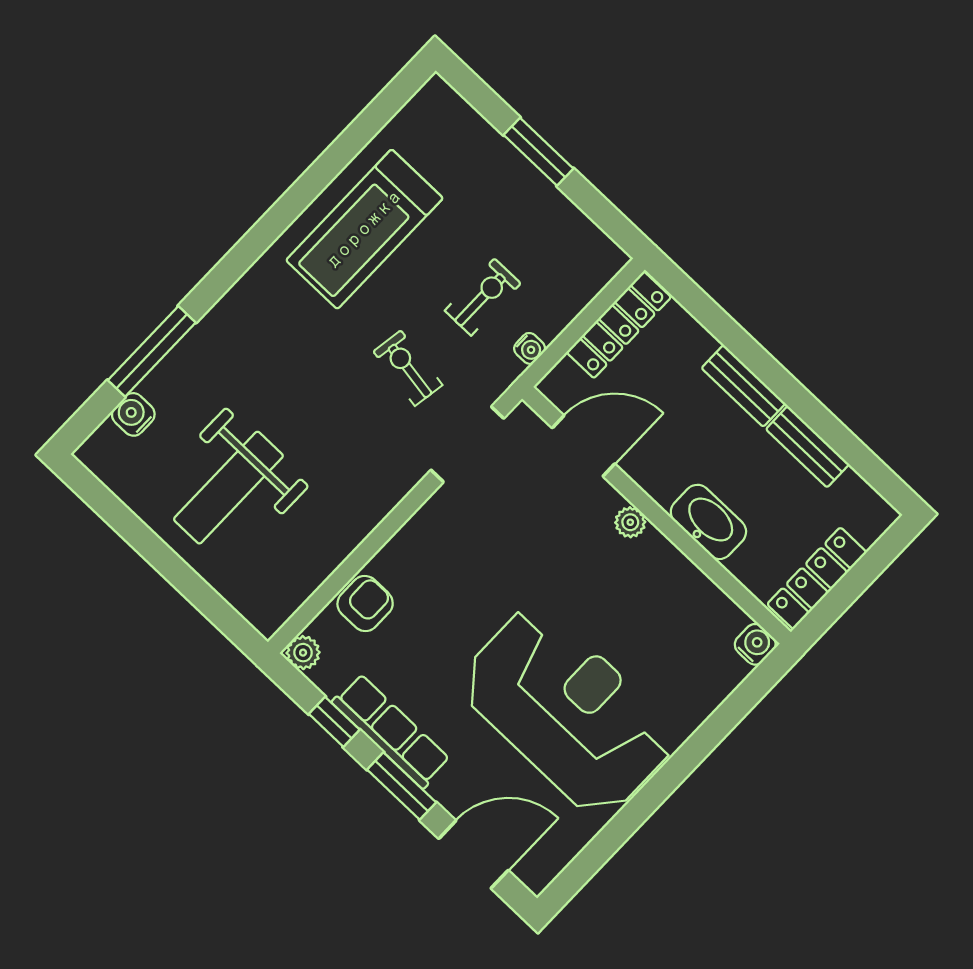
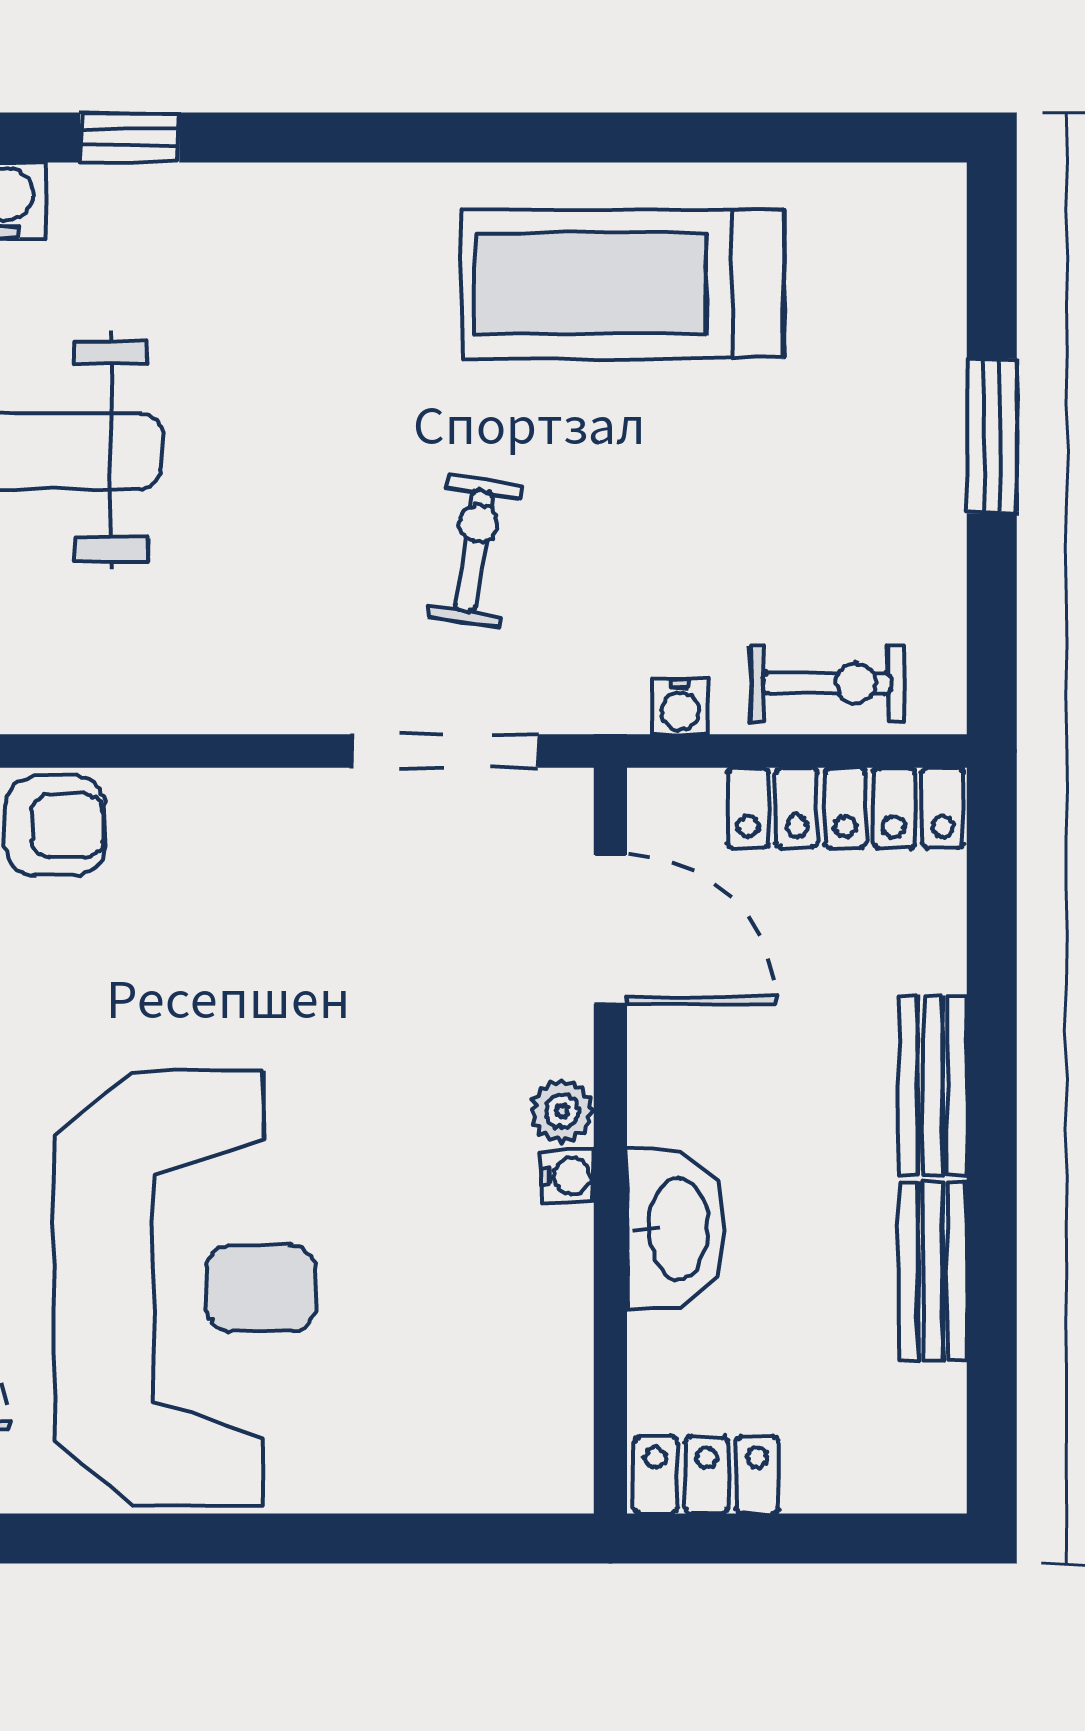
exercise bike: (483, 297) -> (827, 683), moved
window: (152, 351) -> (130, 138), width x0.46
locker: (817, 578) -> (706, 1475), width x0.66
water cooler: (755, 644) -> (567, 1176), moved, width x0.72, depth x0.72

